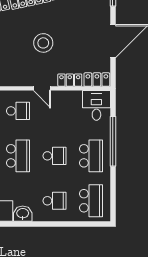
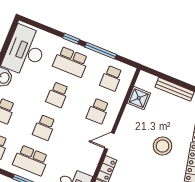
stool: (43, 43) -> (163, 146), moved
school desk: (18, 156) -> (57, 95), width x0.54

